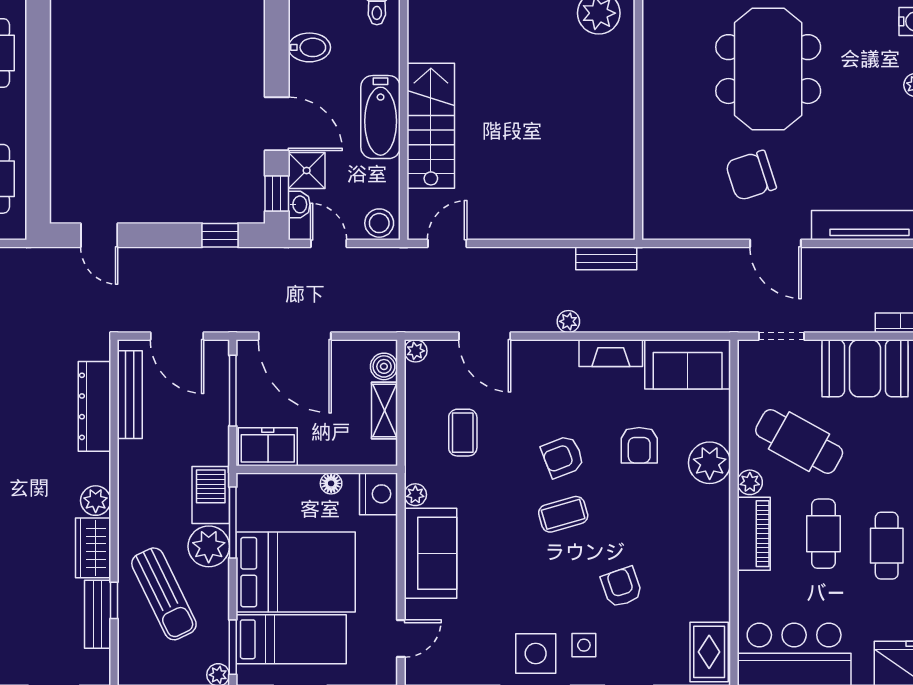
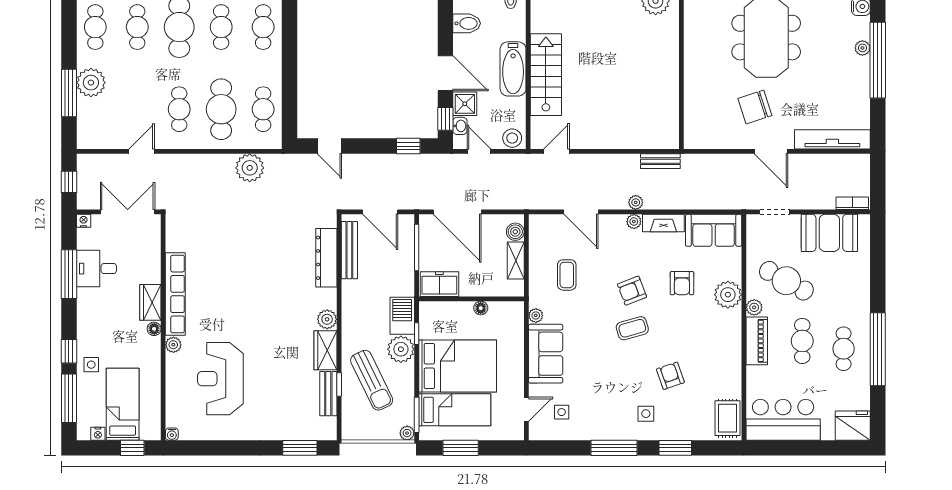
plant: (416, 351) -> (634, 222), moved
nightstand: (378, 494) -> (512, 315), removed
window: (233, 523) -> (417, 334), width x0.46
side table: (536, 653) -> (562, 412), moved, width x0.54, depth x0.54

